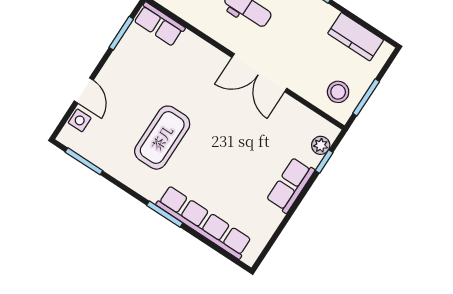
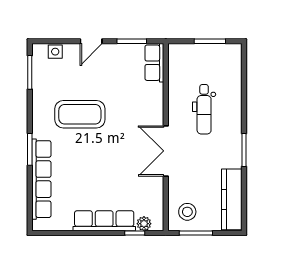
kitchen counter: (356, 37) -> (232, 199), width x1.50
door: (84, 91) -> (91, 41), moved
row of seats: (290, 185) -> (104, 221), width x1.48

